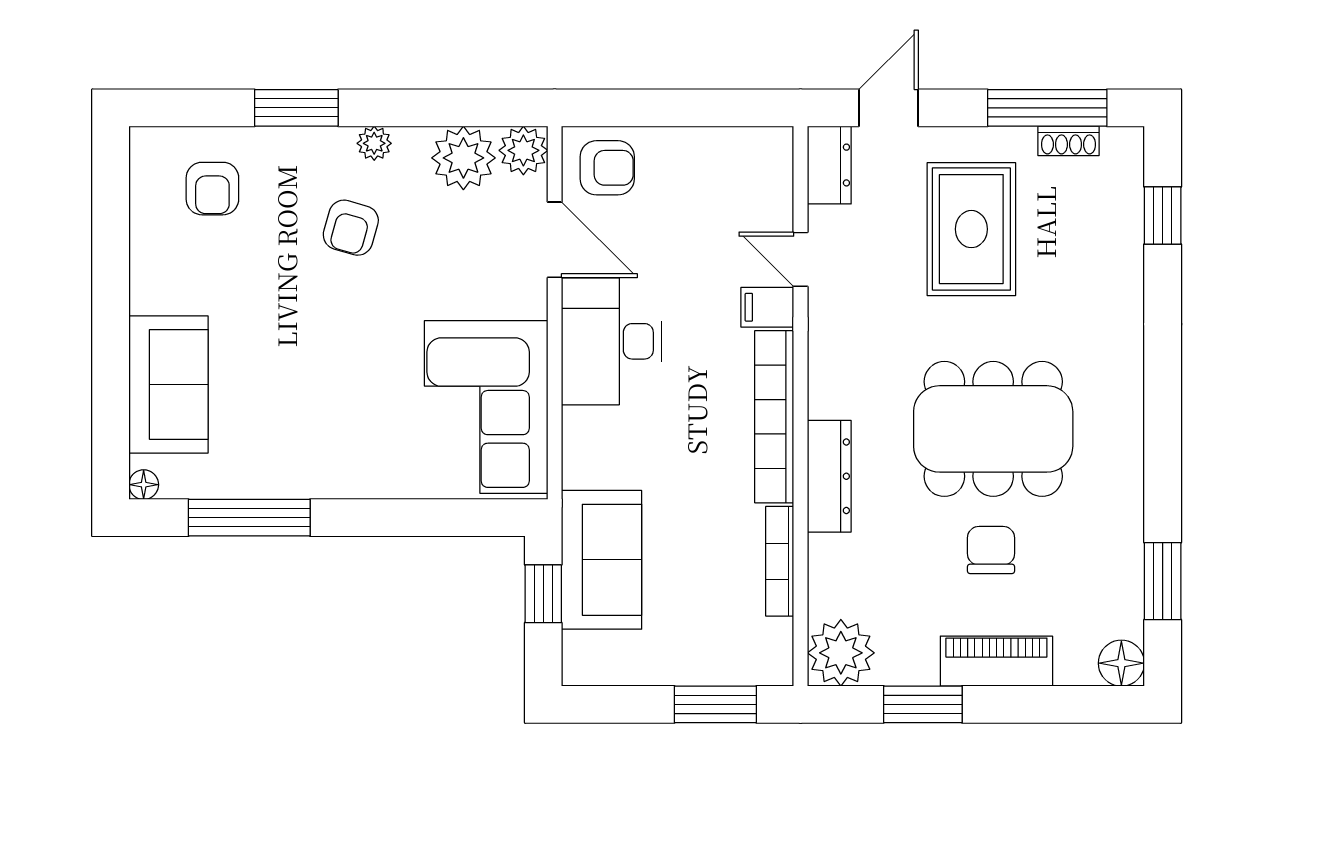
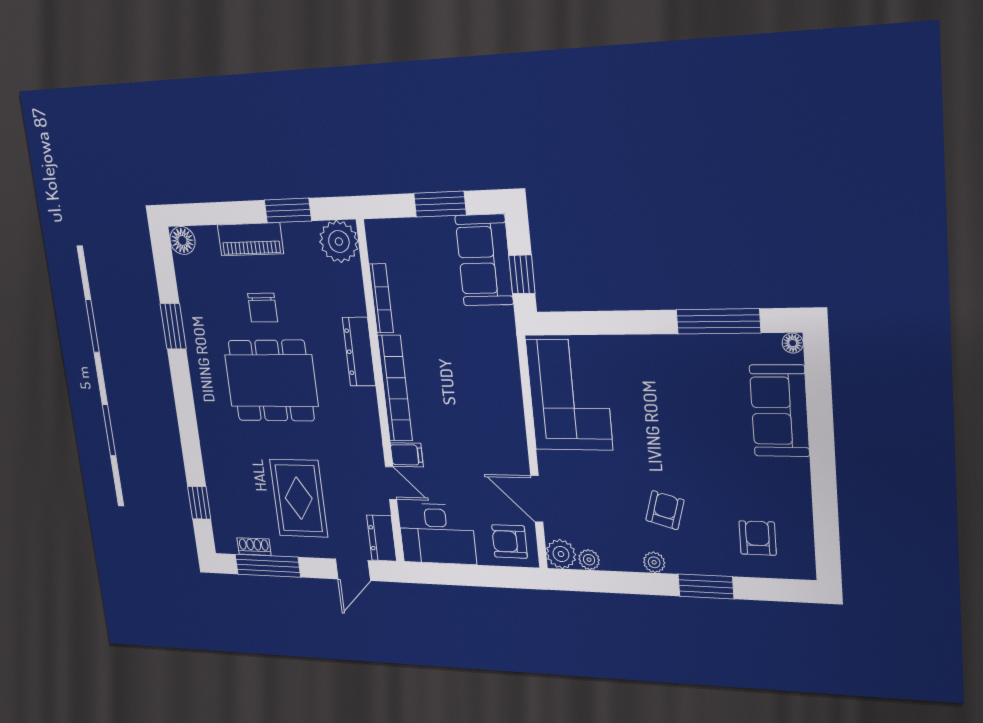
plant: (463, 158) -> (589, 560), width x0.53, depth x0.53
desk: (611, 341) -> (437, 534), moved, turned 90
sofa: (602, 560) -> (484, 260), moved
window: (1163, 581) -> (173, 326), moved
window: (715, 704) -> (440, 204), moved

